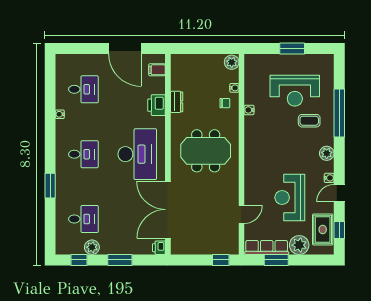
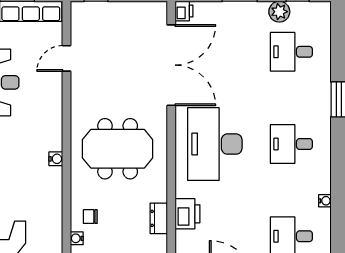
water cooler: (249, 110) -> (56, 159), moved

